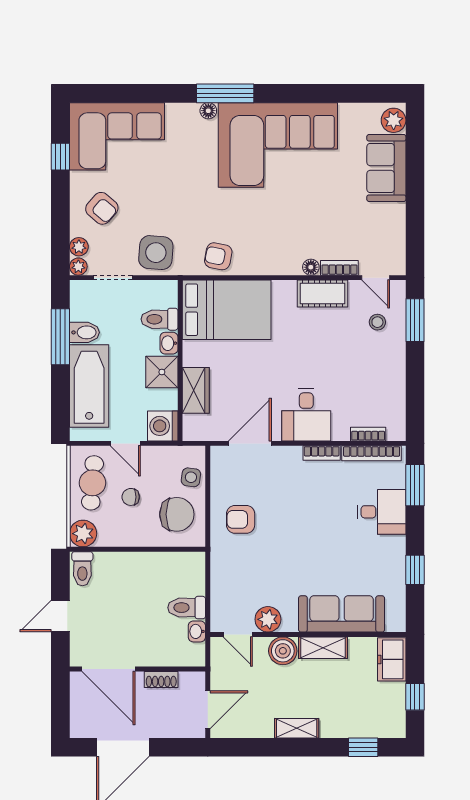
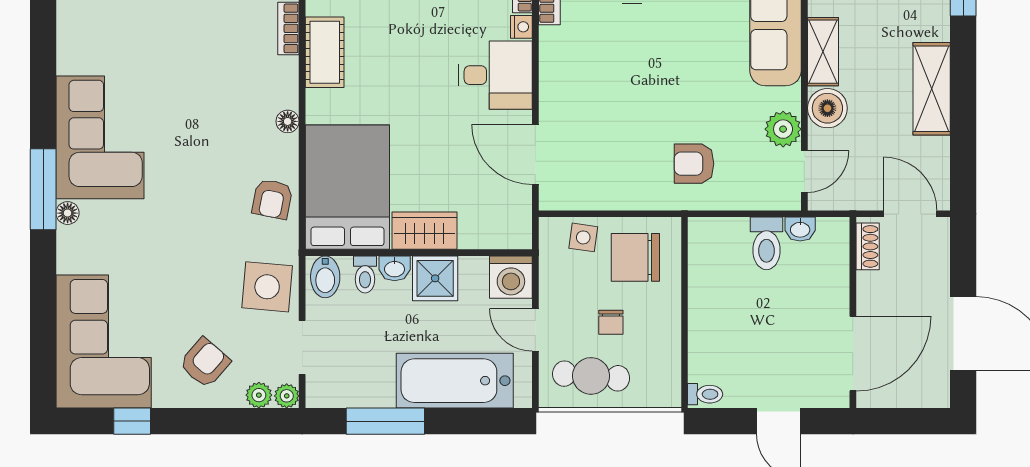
corner sofa: (278, 145) -> (100, 137), width x0.73, depth x0.74
floor lamp: (311, 267) -> (288, 121), moved
toilet: (159, 319) -> (365, 274), width x0.73, depth x0.72
bidet: (85, 332) -> (325, 277), moved, turned 180
wardrobe: (196, 390) -> (424, 231), moved
nightstand: (341, 433) -> (521, 27), added
door: (125, 443) -> (535, 330), swing flipped
bookcase: (322, 453) -> (549, 54), removed
chair: (177, 514) -> (635, 257), turned -90
armchair: (241, 519) -> (694, 164), moved, turned 90
plant: (83, 534) -> (662, 389), removed
toilet: (82, 569) -> (705, 394), width x0.73, depth x0.72
shoe rack: (161, 679) -> (868, 246), moved
shelving: (297, 728) -> (932, 89), width x1.50, depth x1.33

